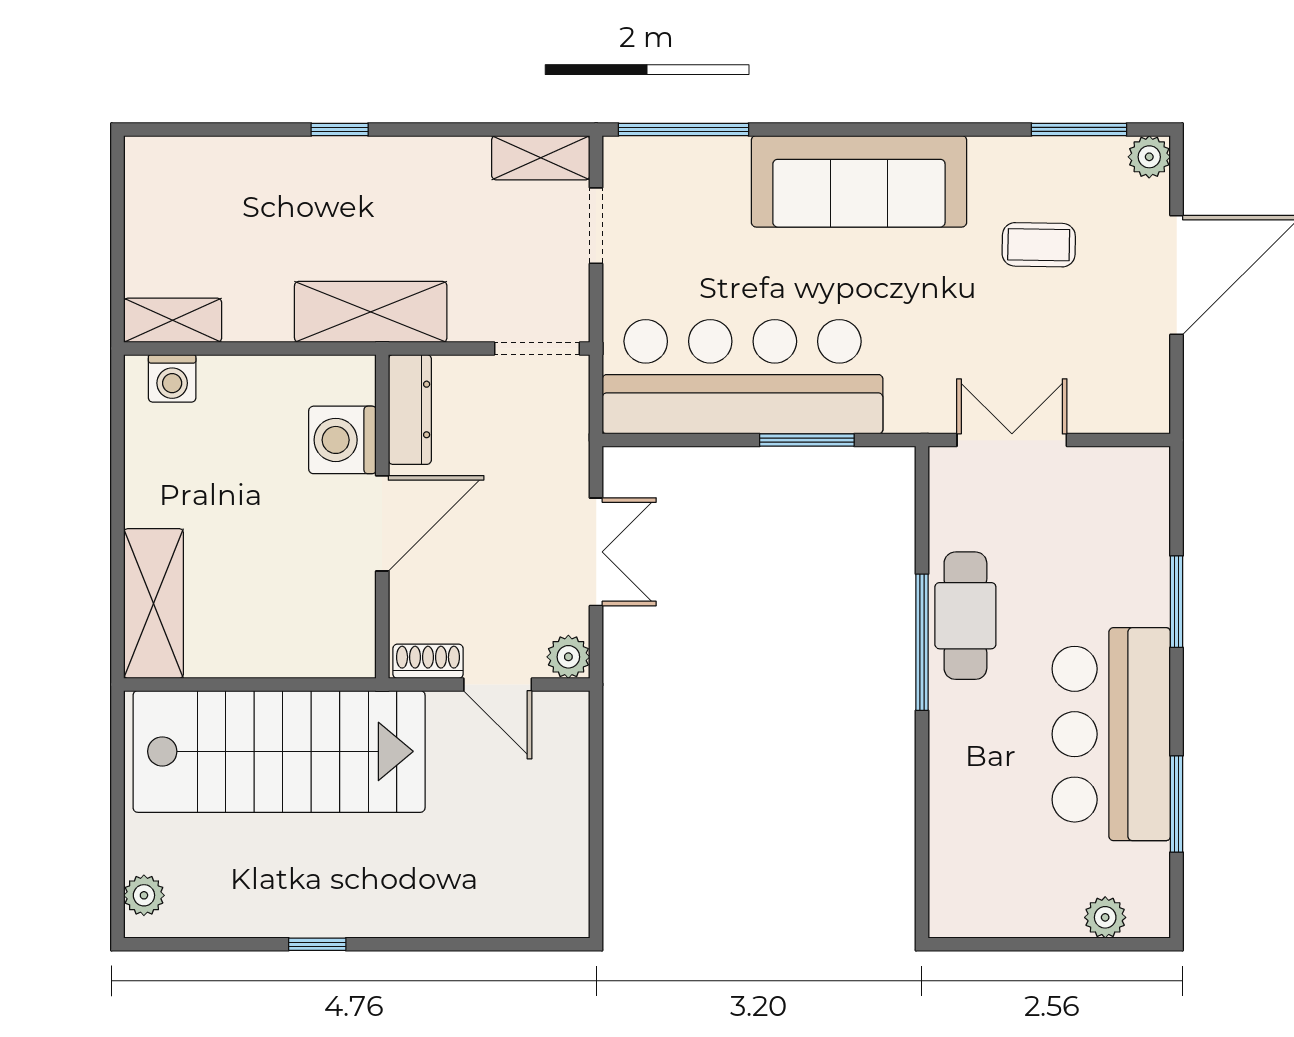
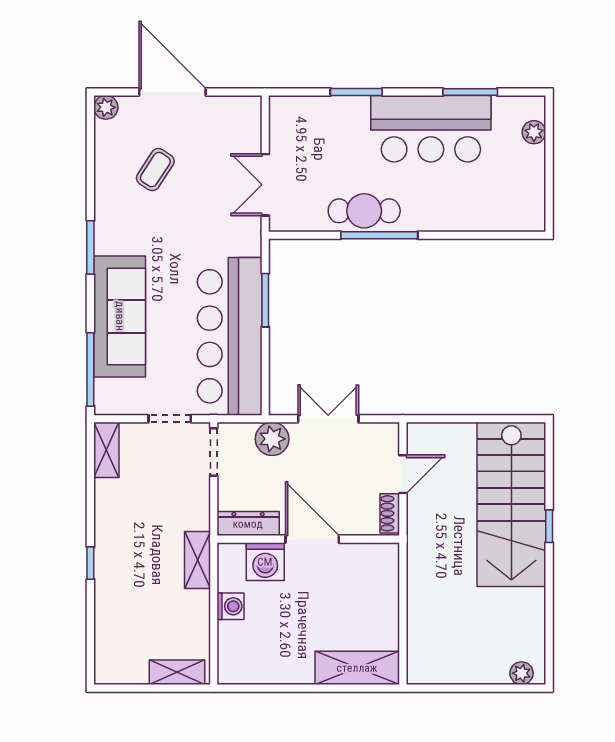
window: (1079, 129) -> (90, 247), moved
sofa: (859, 181) -> (120, 316), moved
doorway: (596, 226) -> (170, 419), moved
coffee table: (1039, 245) -> (155, 170), turned 32
shelving: (371, 312) -> (197, 560), width x0.67, depth x0.75
shelving: (173, 320) -> (177, 672), moved, turned 90
washing machine: (172, 378) -> (231, 606), moved
plant: (568, 657) -> (272, 439), moved, width x1.38, depth x1.38
stairs: (279, 751) -> (511, 504), moved, turned 180
window: (317, 944) -> (549, 526), moved

